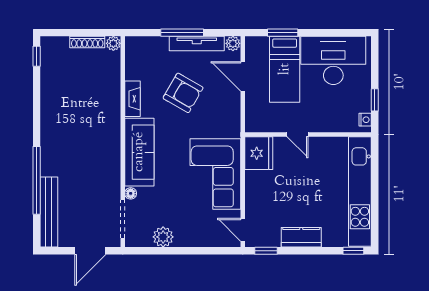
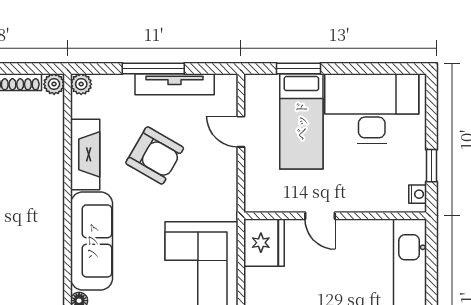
plant: (233, 43) -> (81, 84), moved
door: (243, 76) -> (241, 132), width x0.73
fireplace: (132, 99) -> (85, 154), width x1.37, depth x1.32

